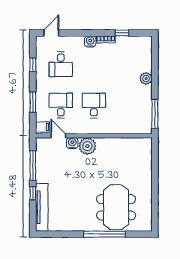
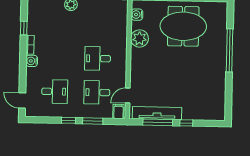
window: (33, 65) -> (68, 120), moved
water cooler: (72, 143) -> (137, 15), moved
plant: (87, 146) -> (139, 38), moved
tv unit: (42, 207) -> (157, 113), moved
meeting table: (116, 207) -> (183, 26), moved

